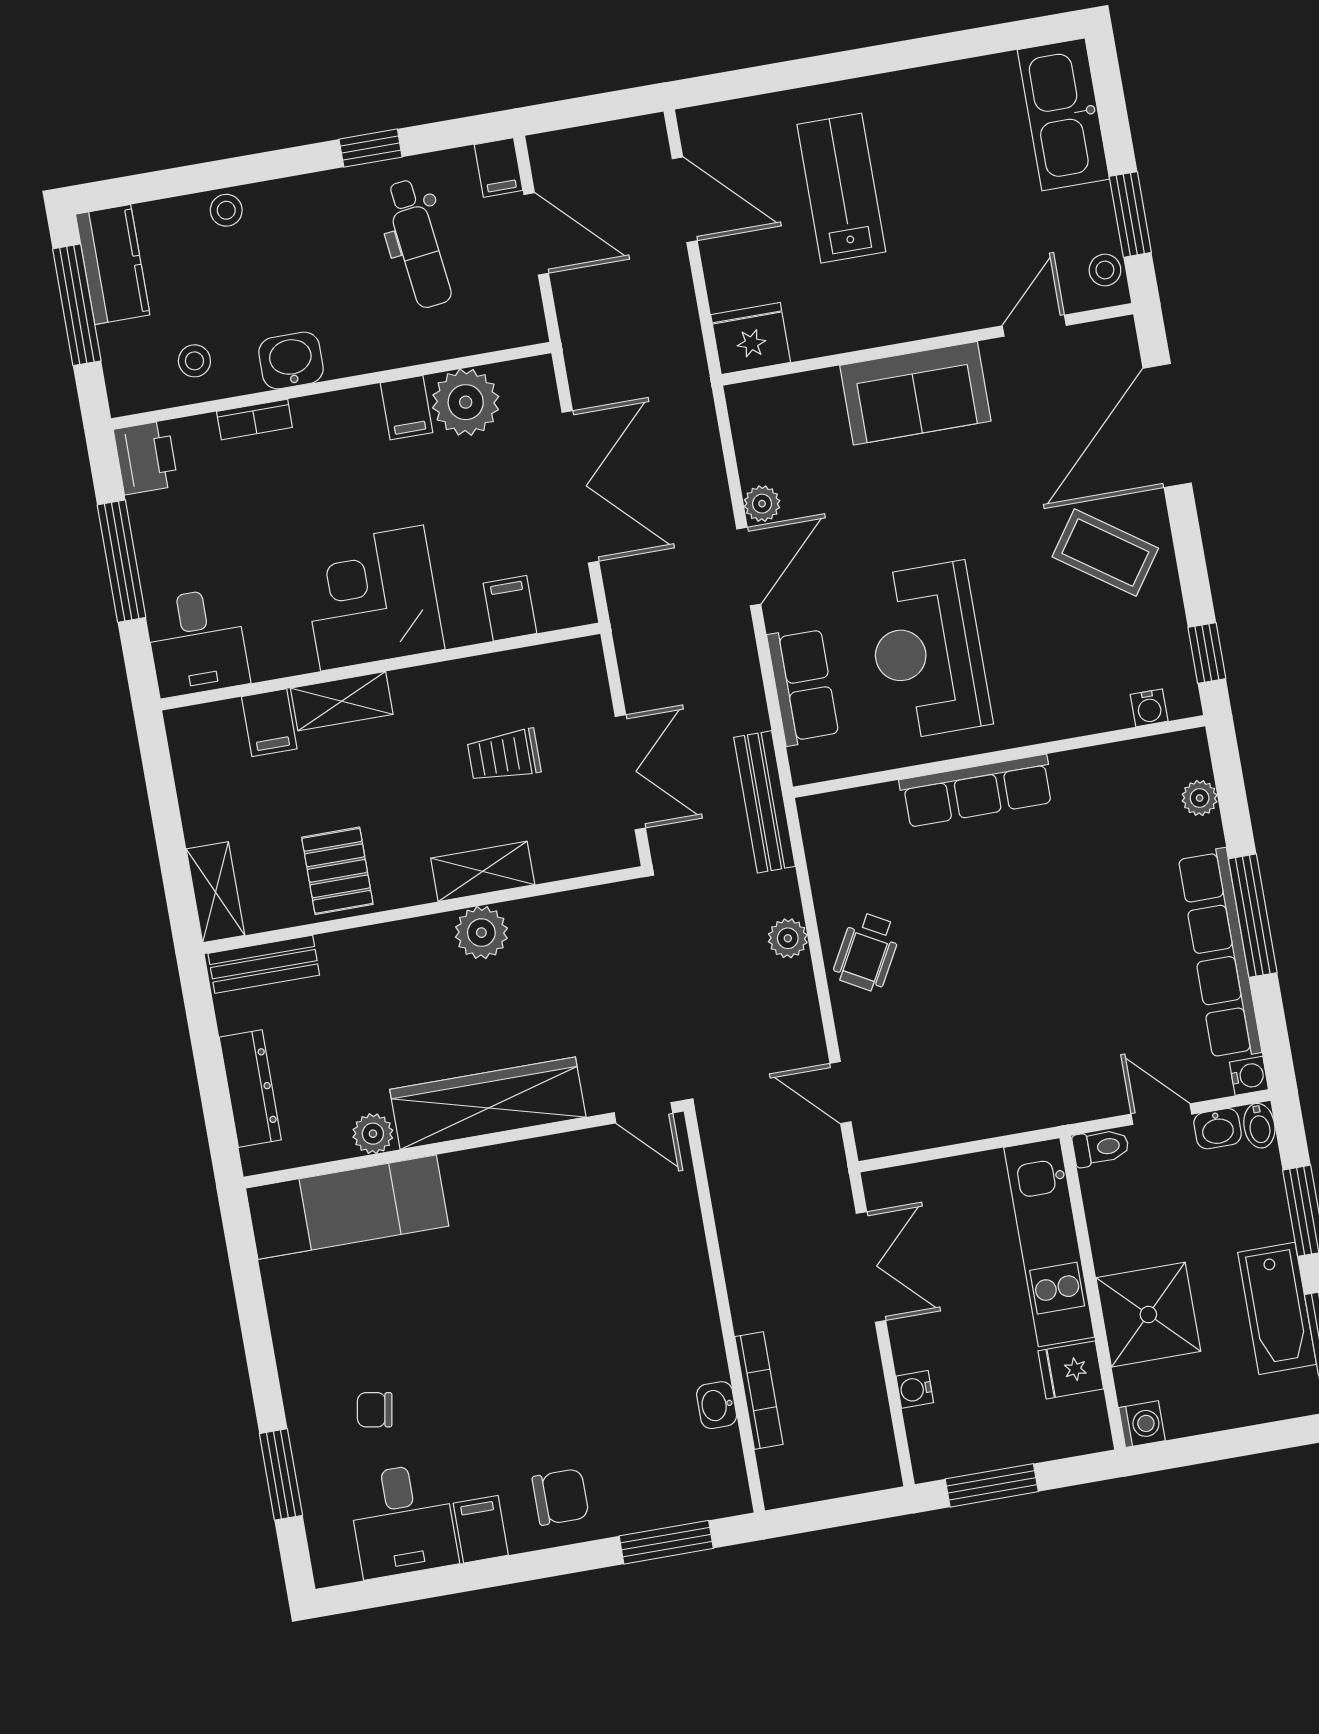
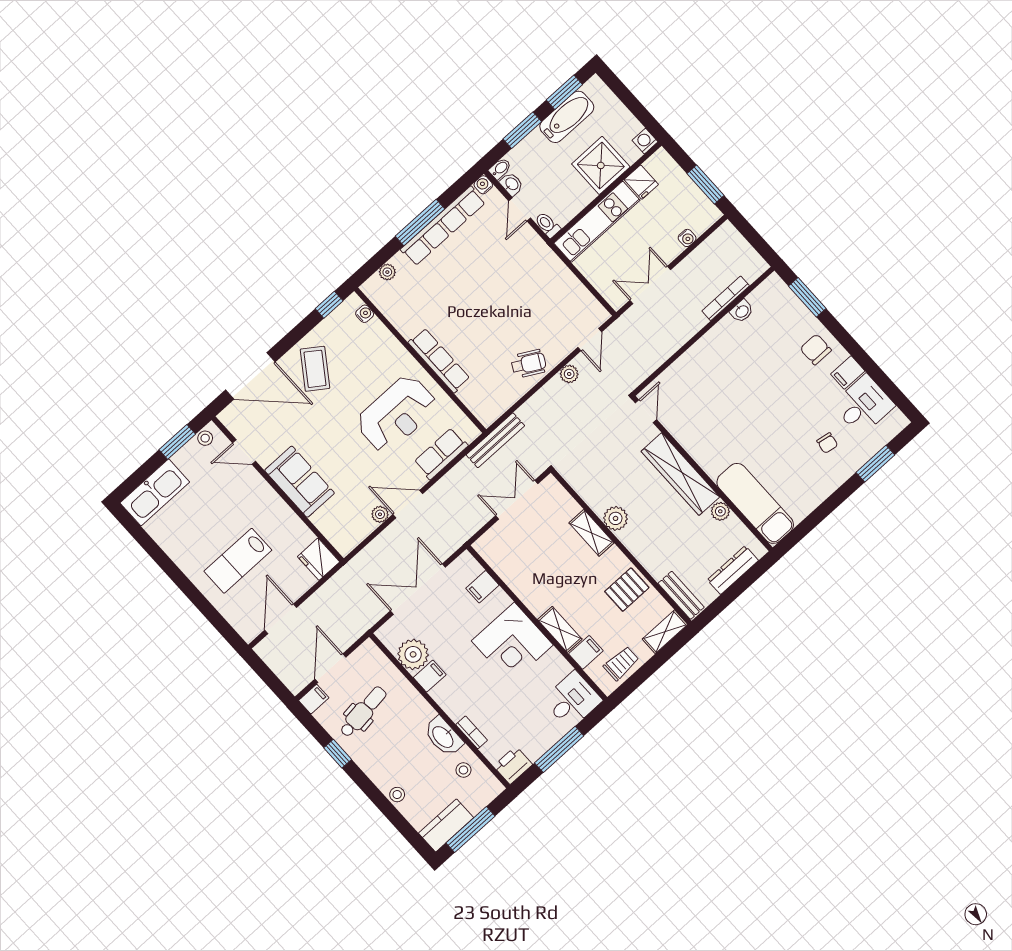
washbasin: (291, 361) -> (443, 737), width x1.38
trolley: (504, 756) -> (621, 663), moved, turned -90
plant: (788, 938) -> (569, 374), moved

